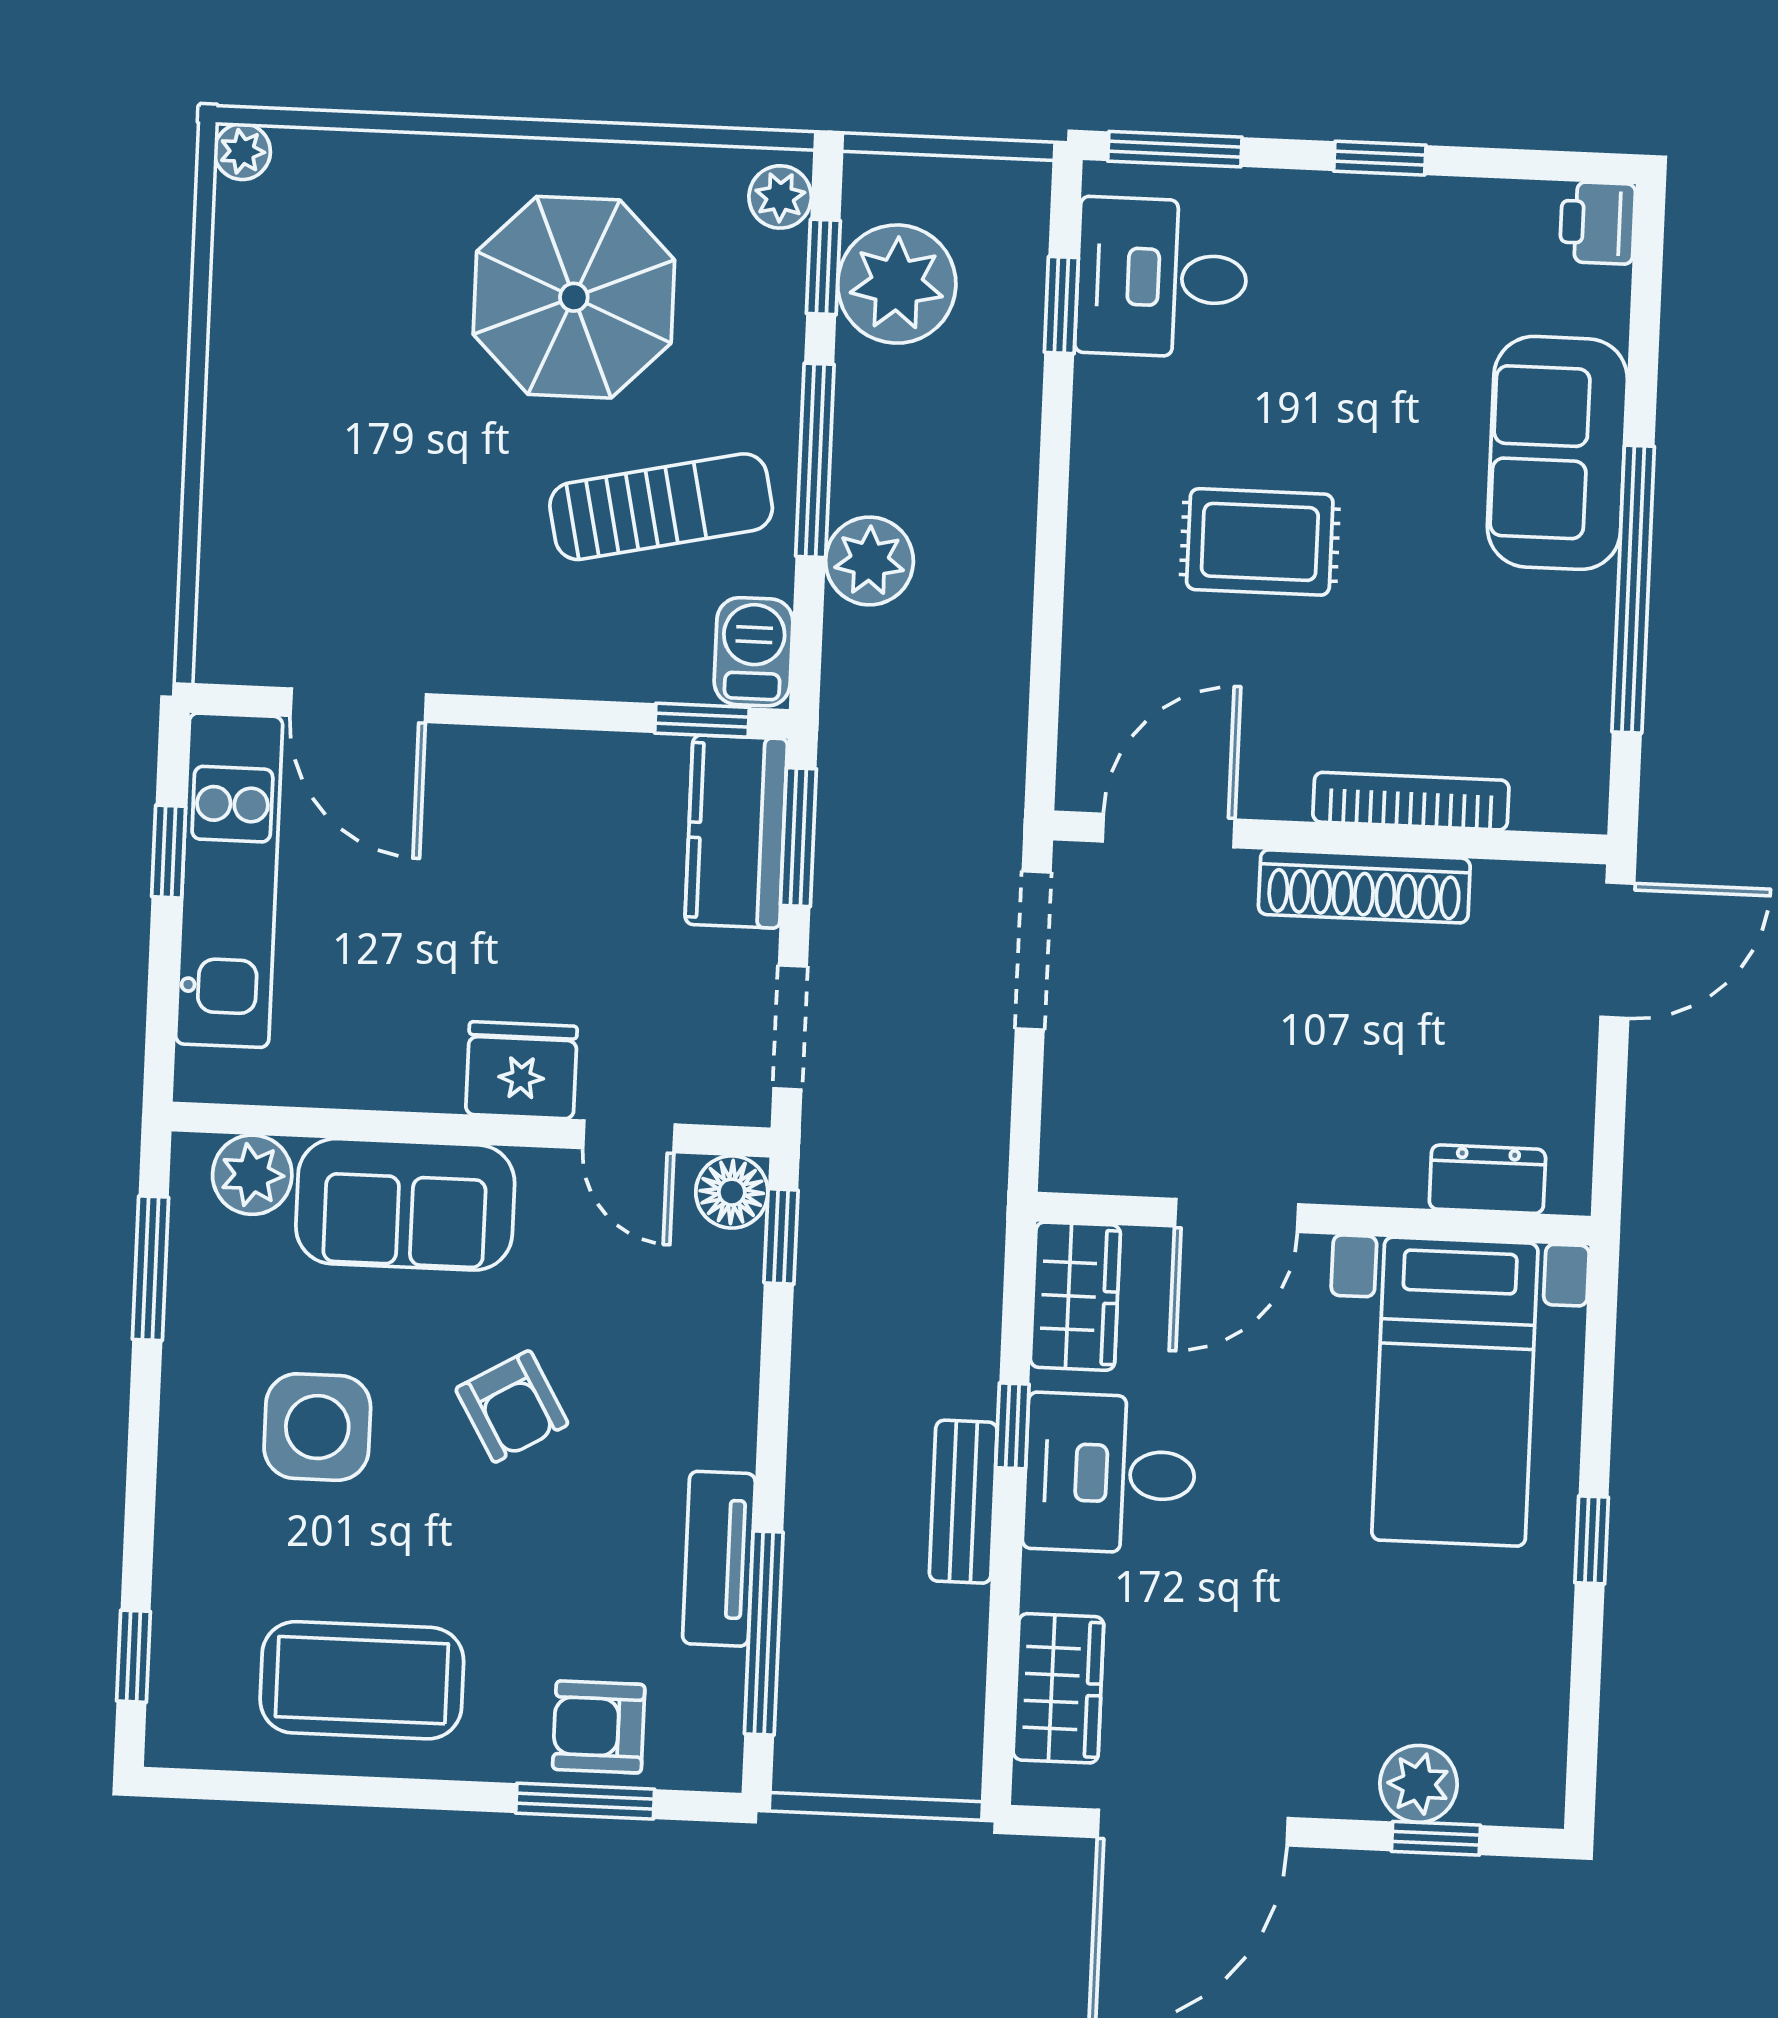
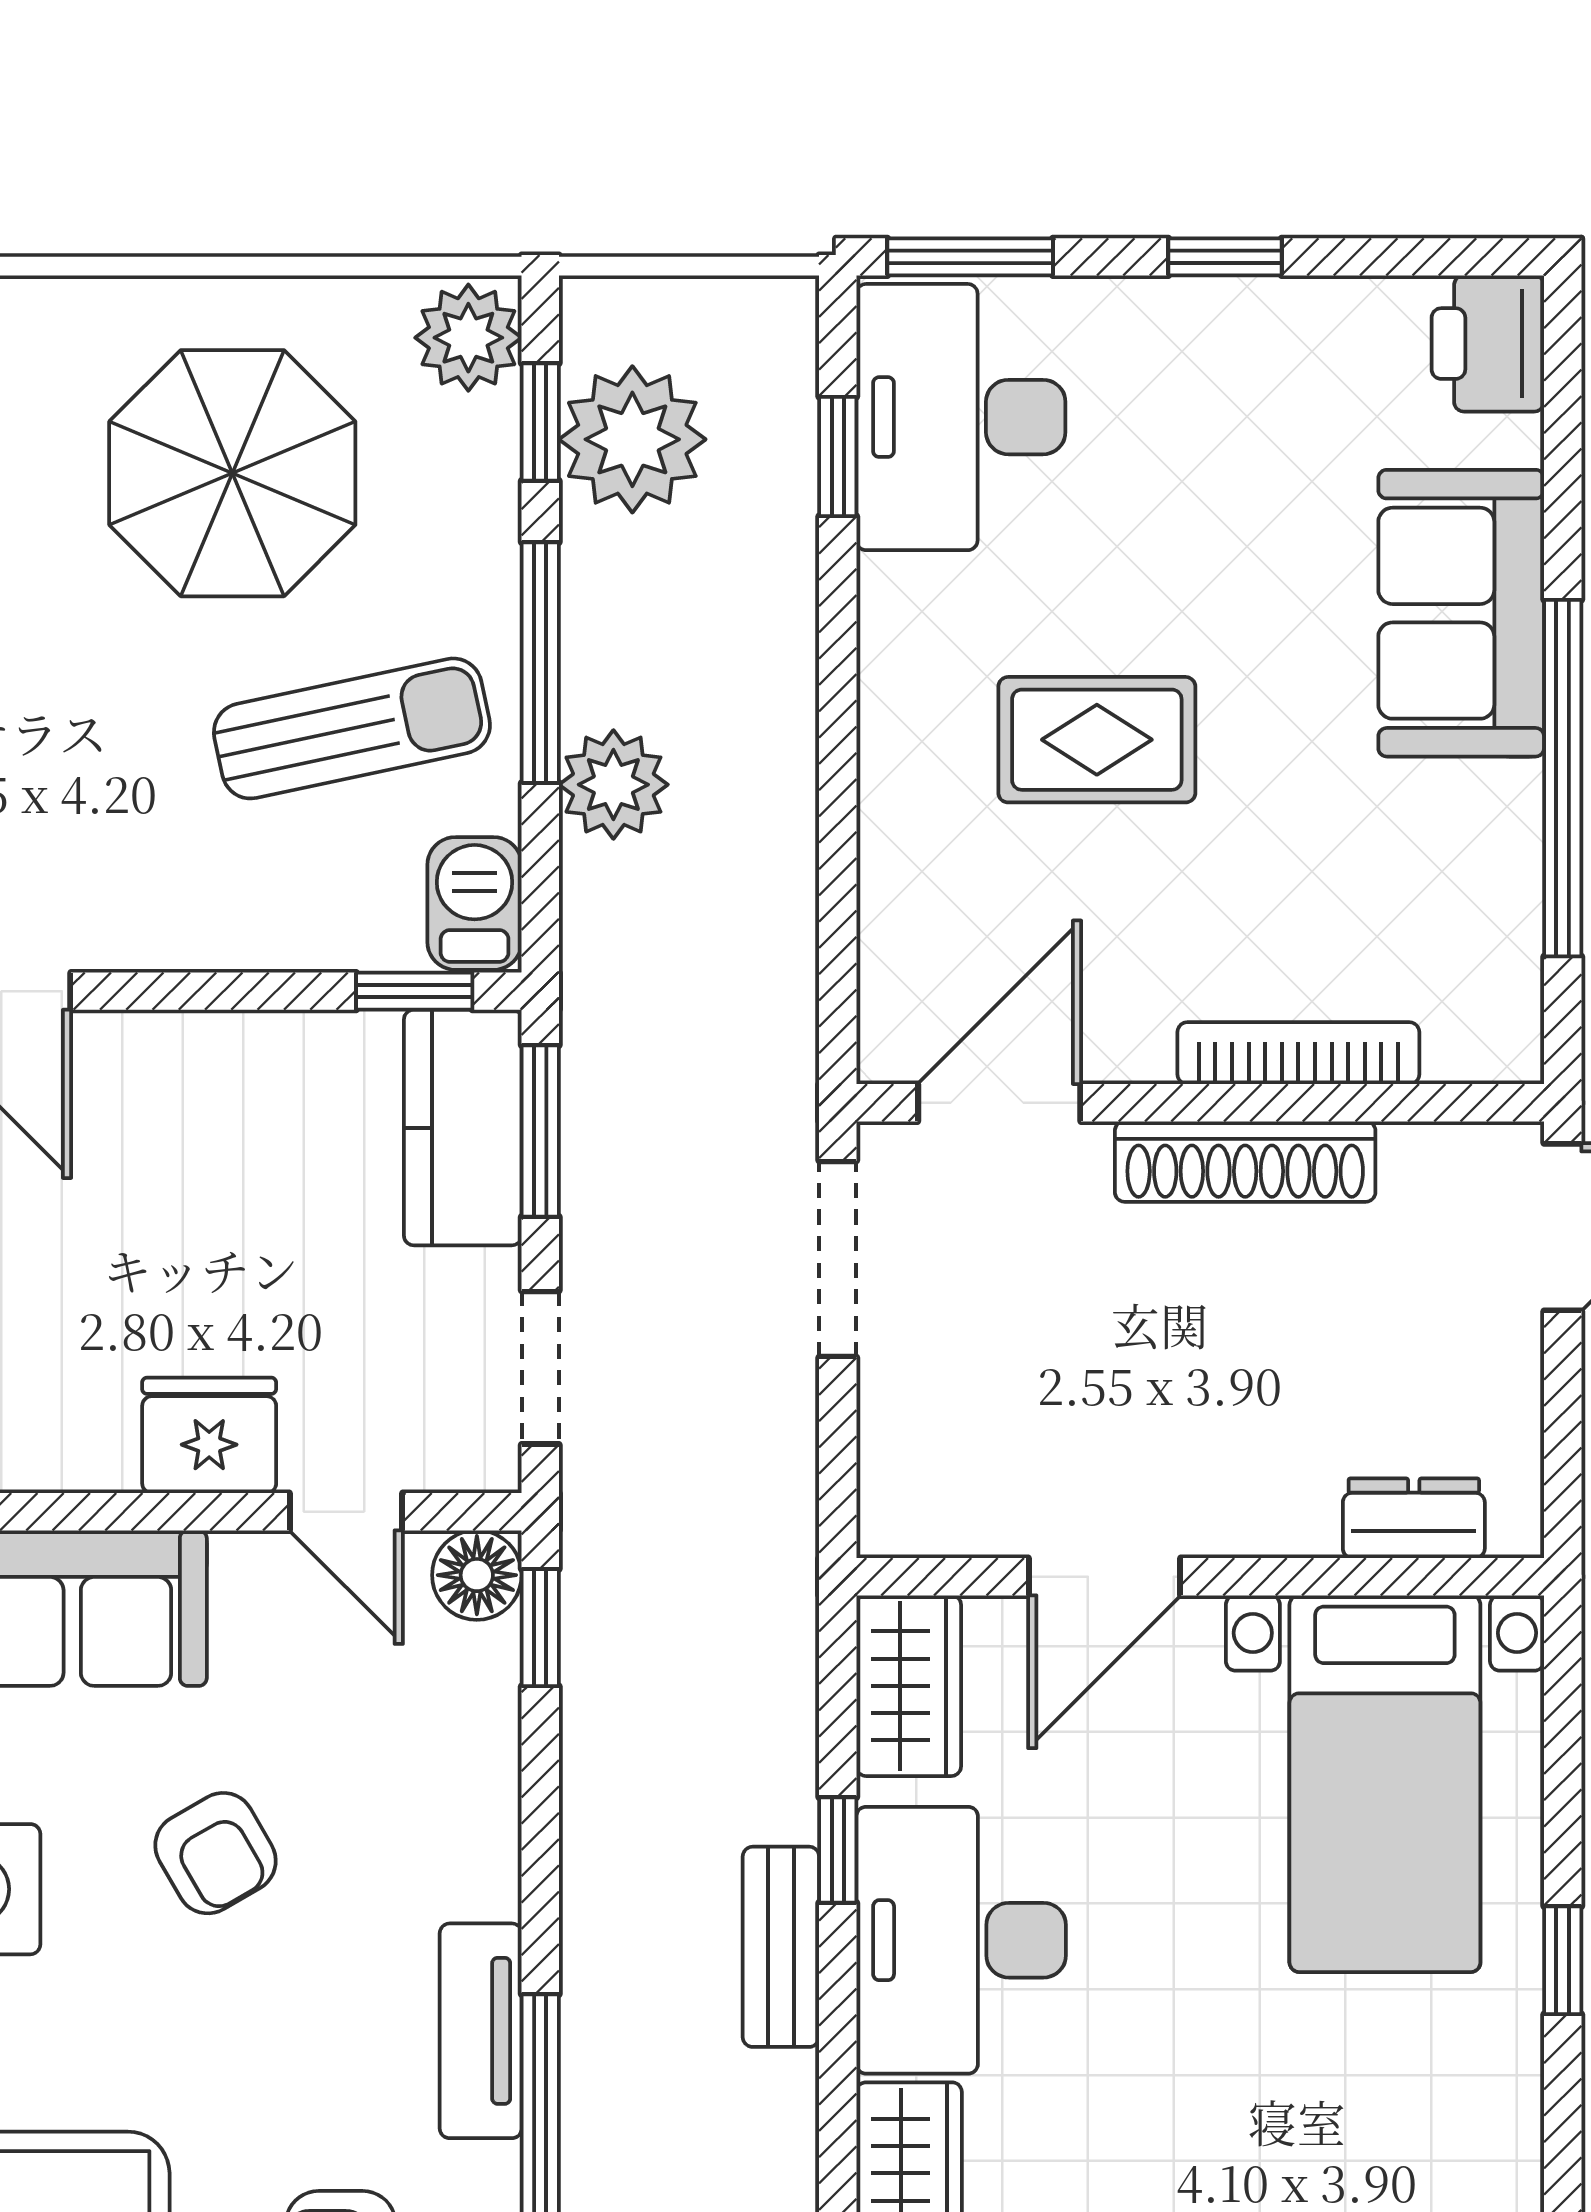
plant: (780, 197) -> (468, 338), width x1.38, depth x1.38
printer: (1598, 223) -> (1488, 344), width x1.36, depth x1.24
desk: (1162, 278) -> (961, 417), width x1.37
desk: (1110, 1474) -> (961, 1940), width x1.37

